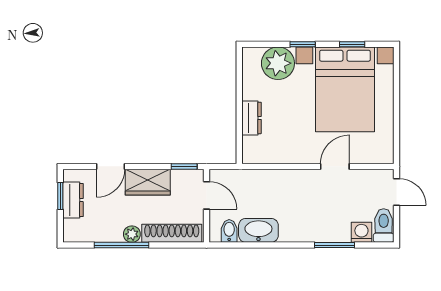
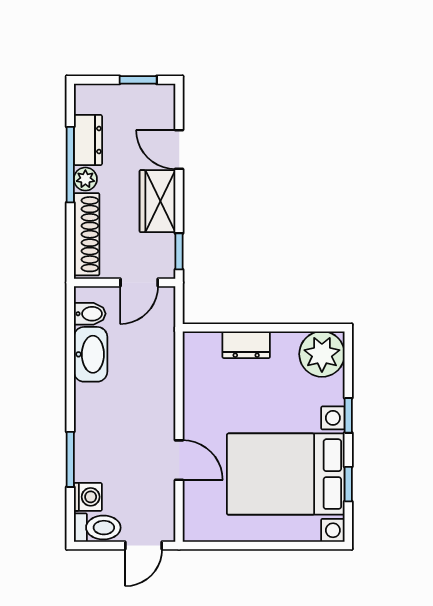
plant: (278, 63) -> (322, 354), moved
dresser: (73, 200) -> (88, 140), moved, turned -90

